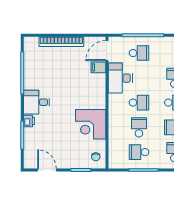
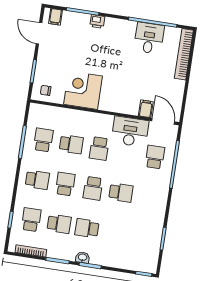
bookcase: (61, 42) -> (184, 54), moved
school desk: (139, 53) -> (155, 157), turned 180
desk: (37, 102) -> (149, 38), moved
filing cabinet: (30, 158) -> (55, 17), added
door: (47, 170) -> (39, 33), swing flipped

